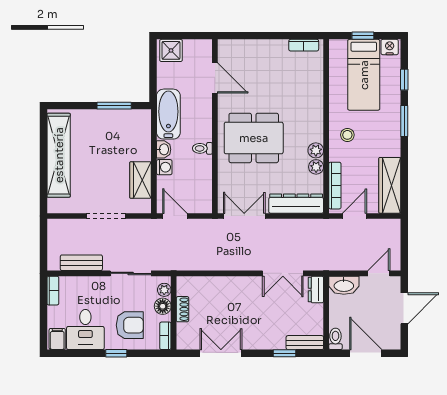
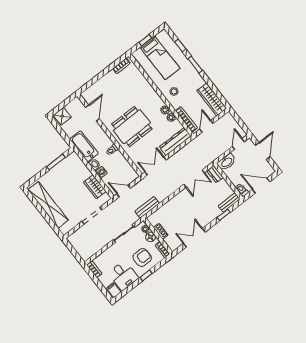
nightstand: (390, 47) -> (162, 36), removed
door: (215, 78) -> (92, 113), hinge flipped
bench: (81, 263) -> (147, 207), moved

